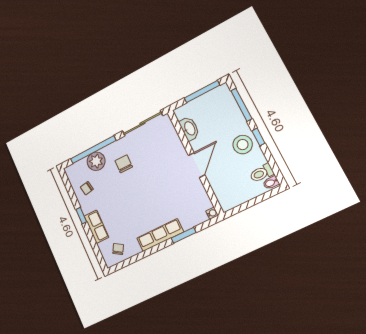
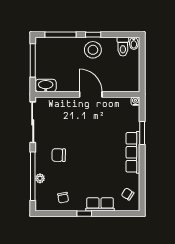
washbasin: (189, 129) -> (46, 85), moved
plant: (96, 161) -> (40, 178), width x0.53, depth x0.53

